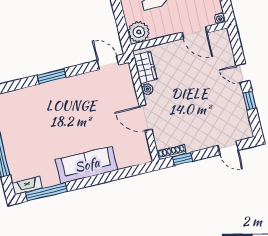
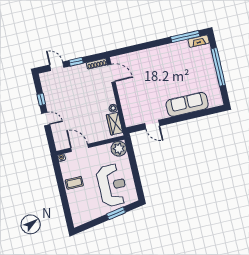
door: (108, 63) -> (152, 125), moved
window: (52, 76) -> (181, 118), removed
door: (145, 118) -> (111, 73), moved
window: (183, 159) -> (76, 62), moved
sofa: (87, 165) -> (187, 104), moved, turned 180

